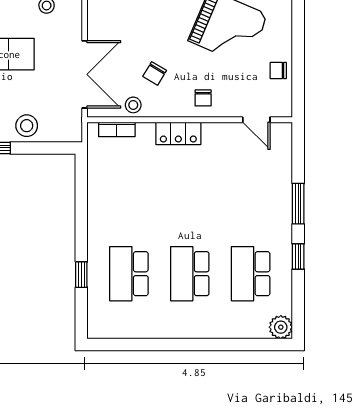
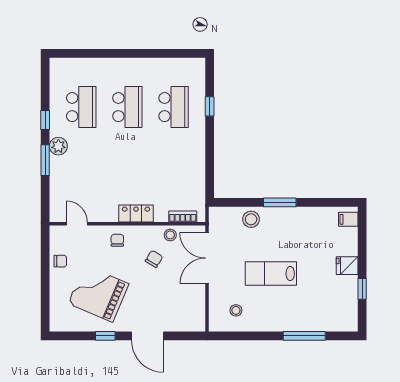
plant: (281, 327) -> (58, 146), moved

